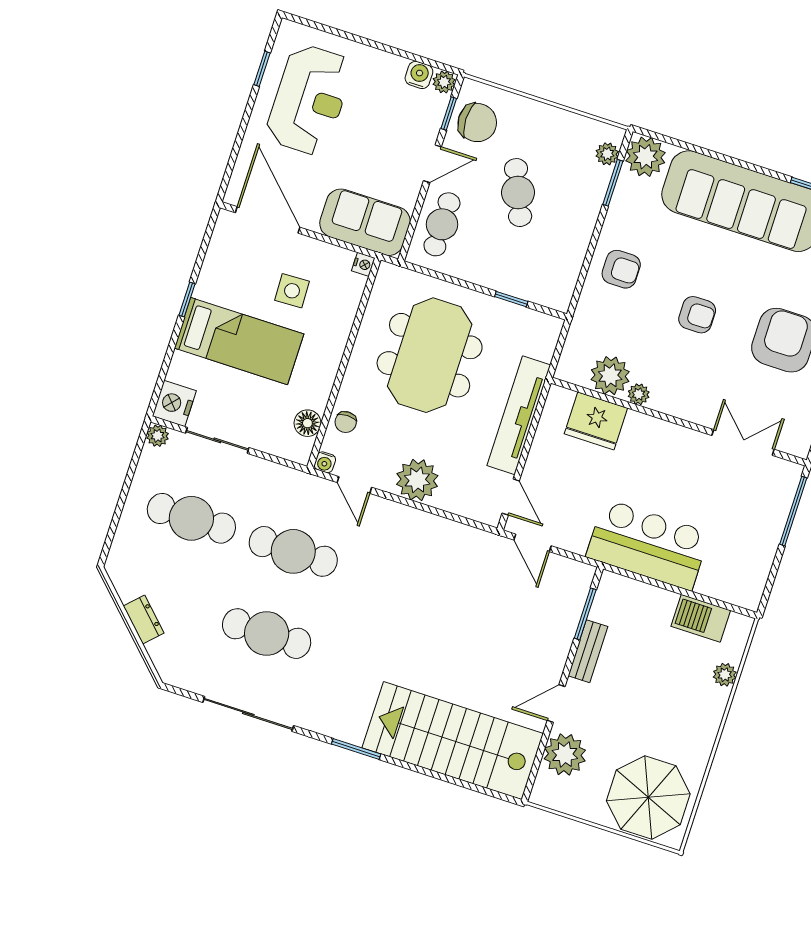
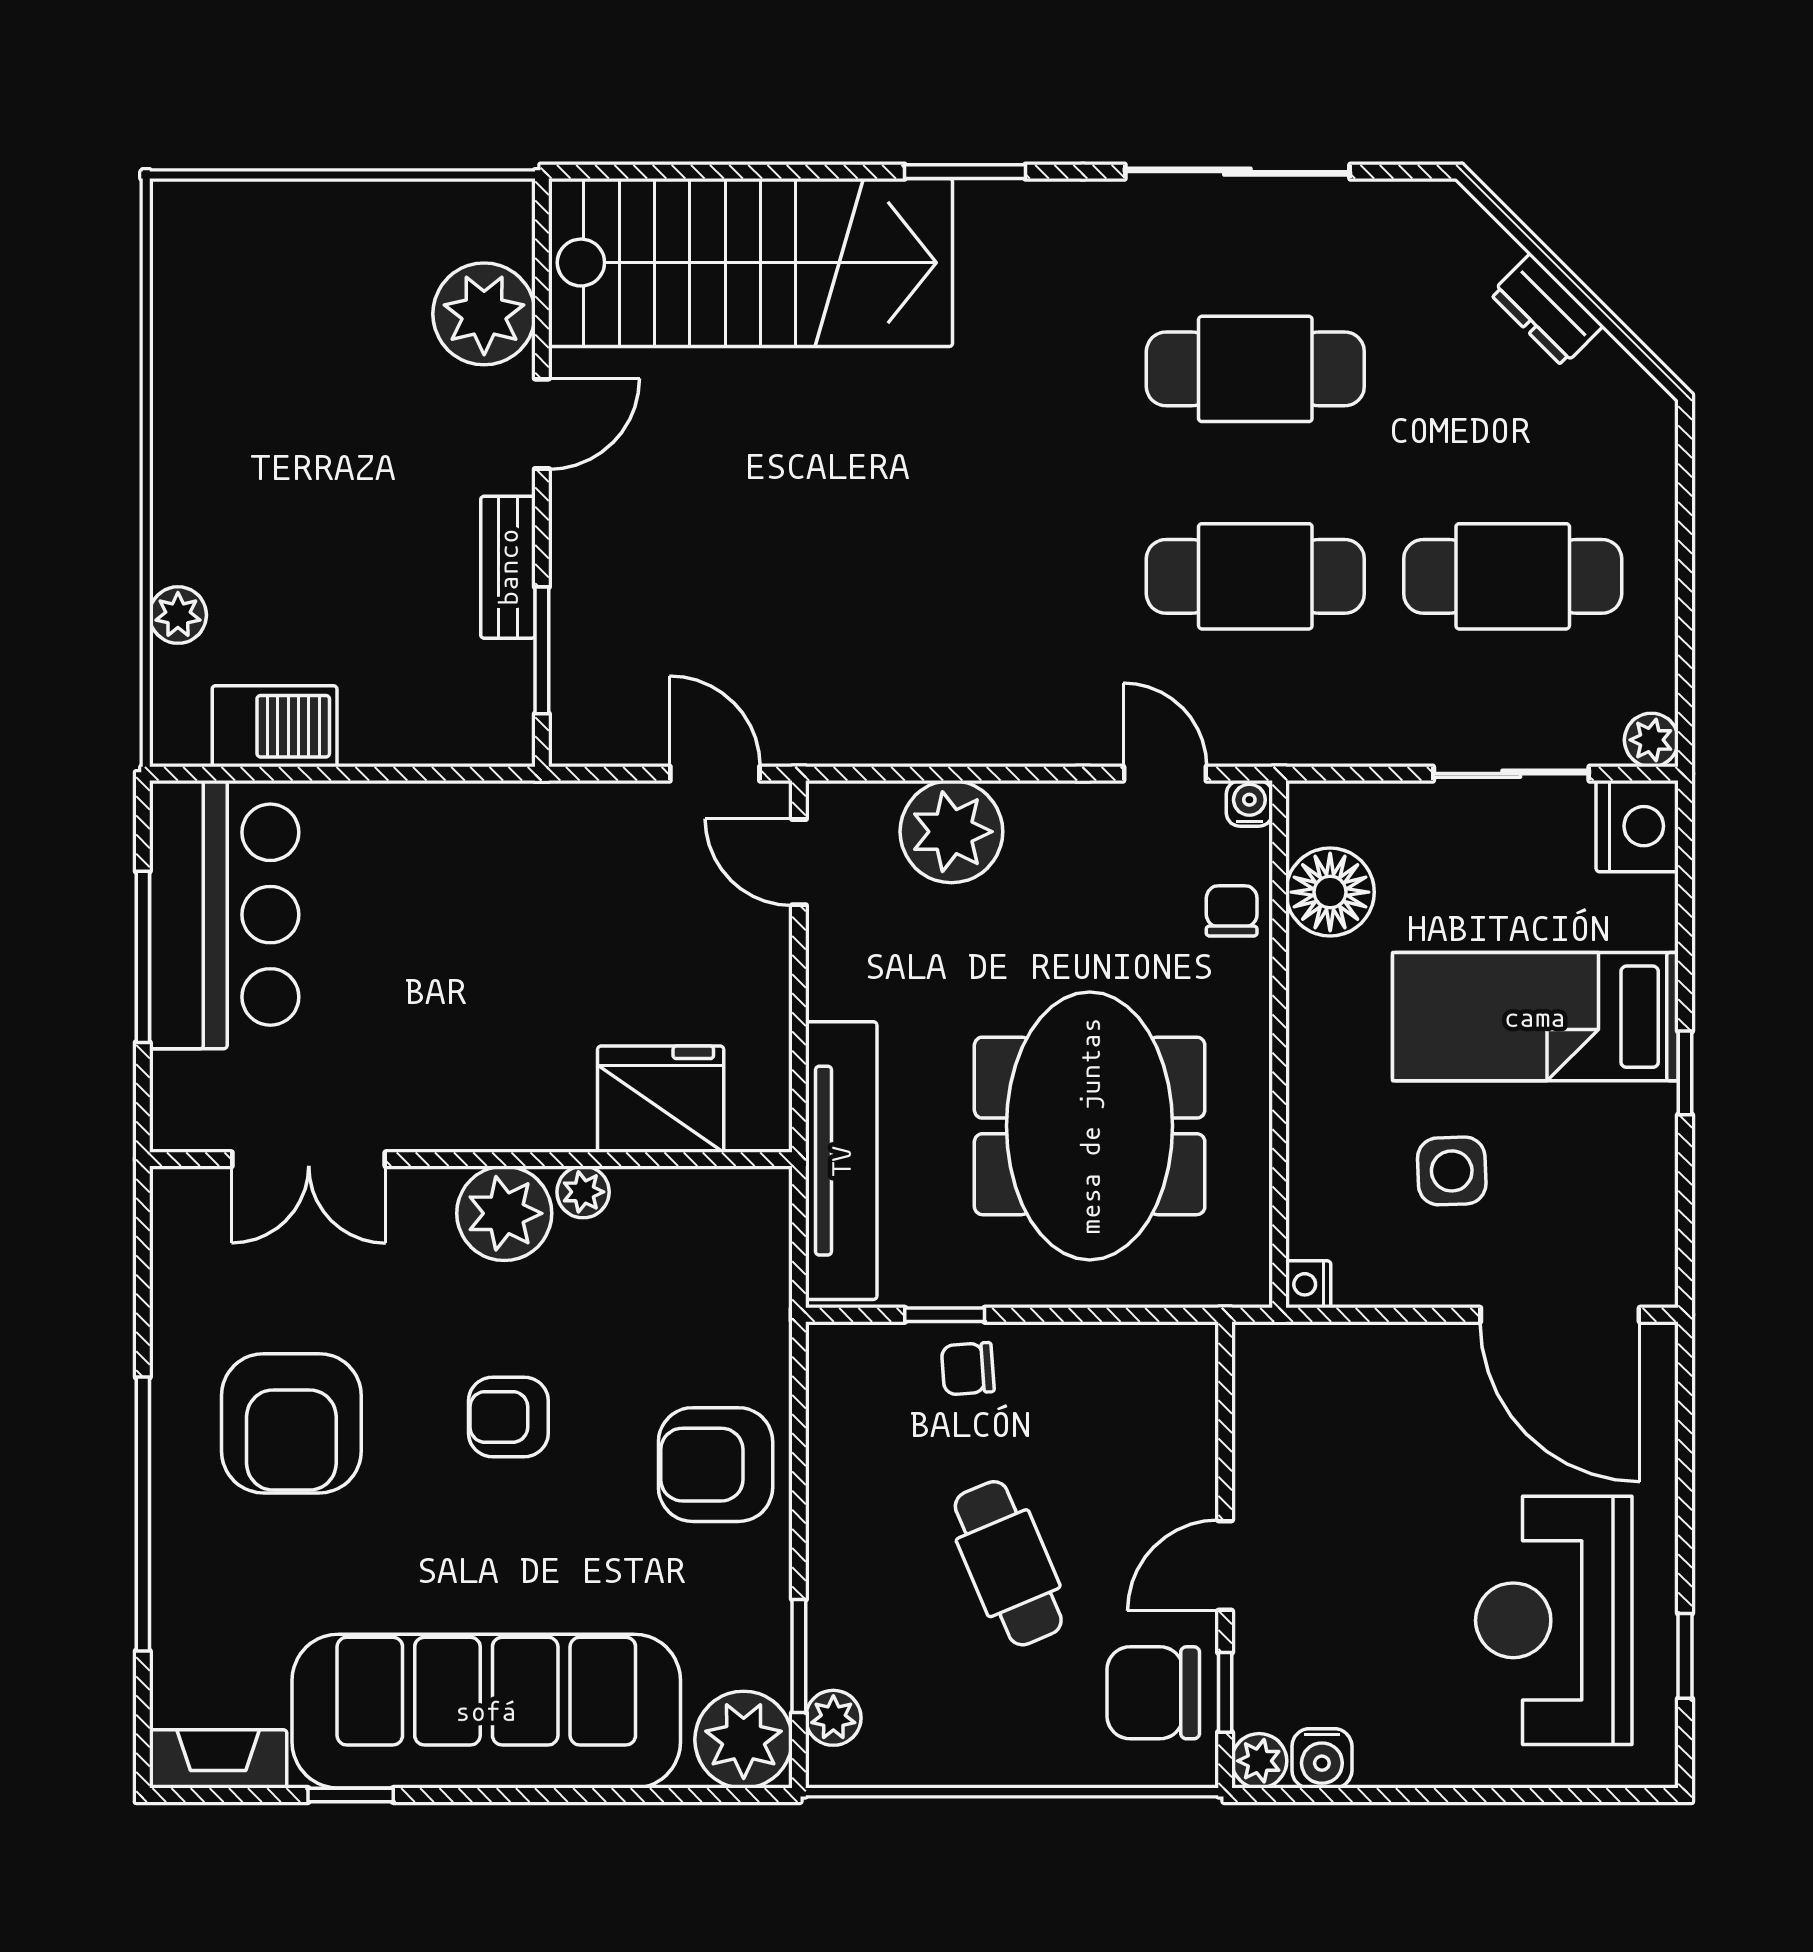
sofa: (365, 222) -> (1336, 1382), removed
cafe table: (442, 224) -> (1158, 1434), removed
armchair: (621, 269) -> (716, 1465), width x1.38, depth x1.38
chair: (509, 275) -> (968, 1369), added
plant: (610, 376) -> (504, 1213), moved
tv unit: (519, 415) -> (841, 1161), moved
floor lamp: (307, 423) -> (1330, 892), width x1.38, depth x1.38
plant: (417, 480) -> (951, 832), moved
window: (793, 511) -> (143, 957), moved
bar counter: (648, 545) -> (224, 915), moved, turned -90
parasol: (648, 797) -> (261, 278), removed

